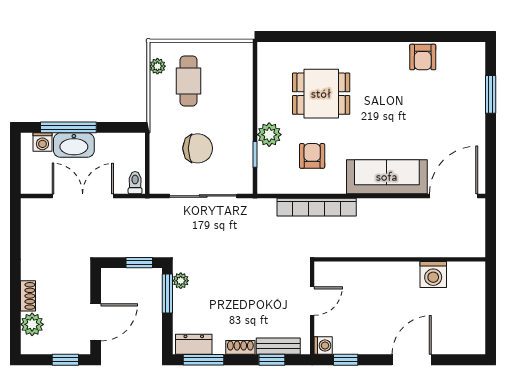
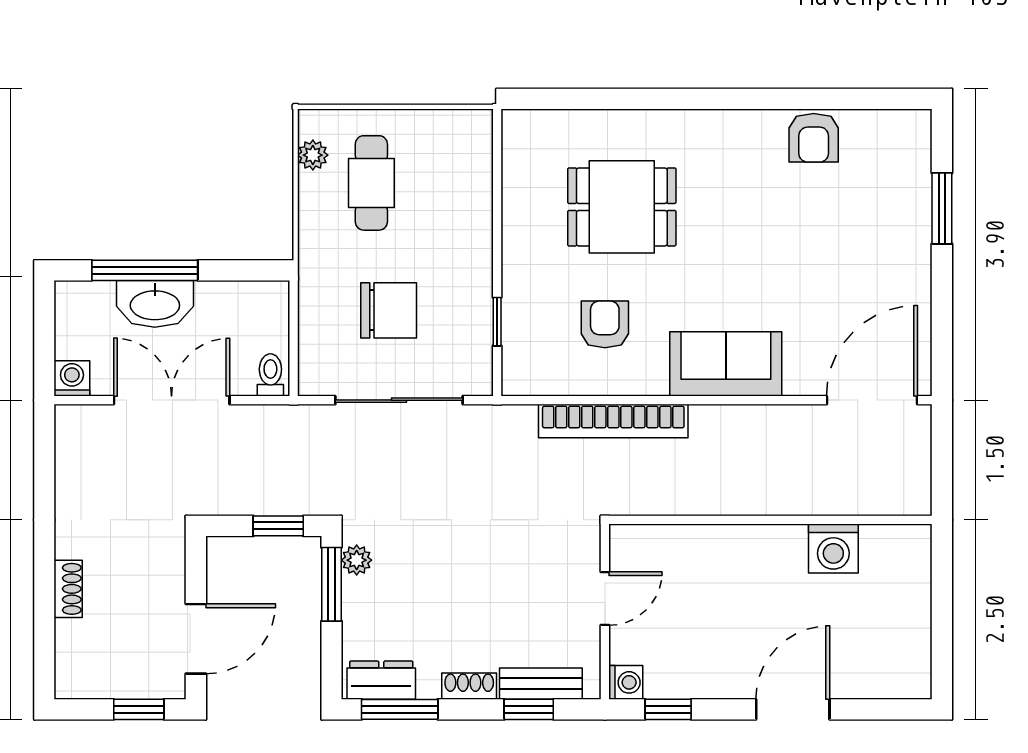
plant: (269, 135) -> (524, 284), removed
washing machine: (42, 142) -> (72, 378), moved, turned 180
sofa: (387, 177) -> (726, 364), width x0.73
plant: (32, 324) -> (76, 642), removed

